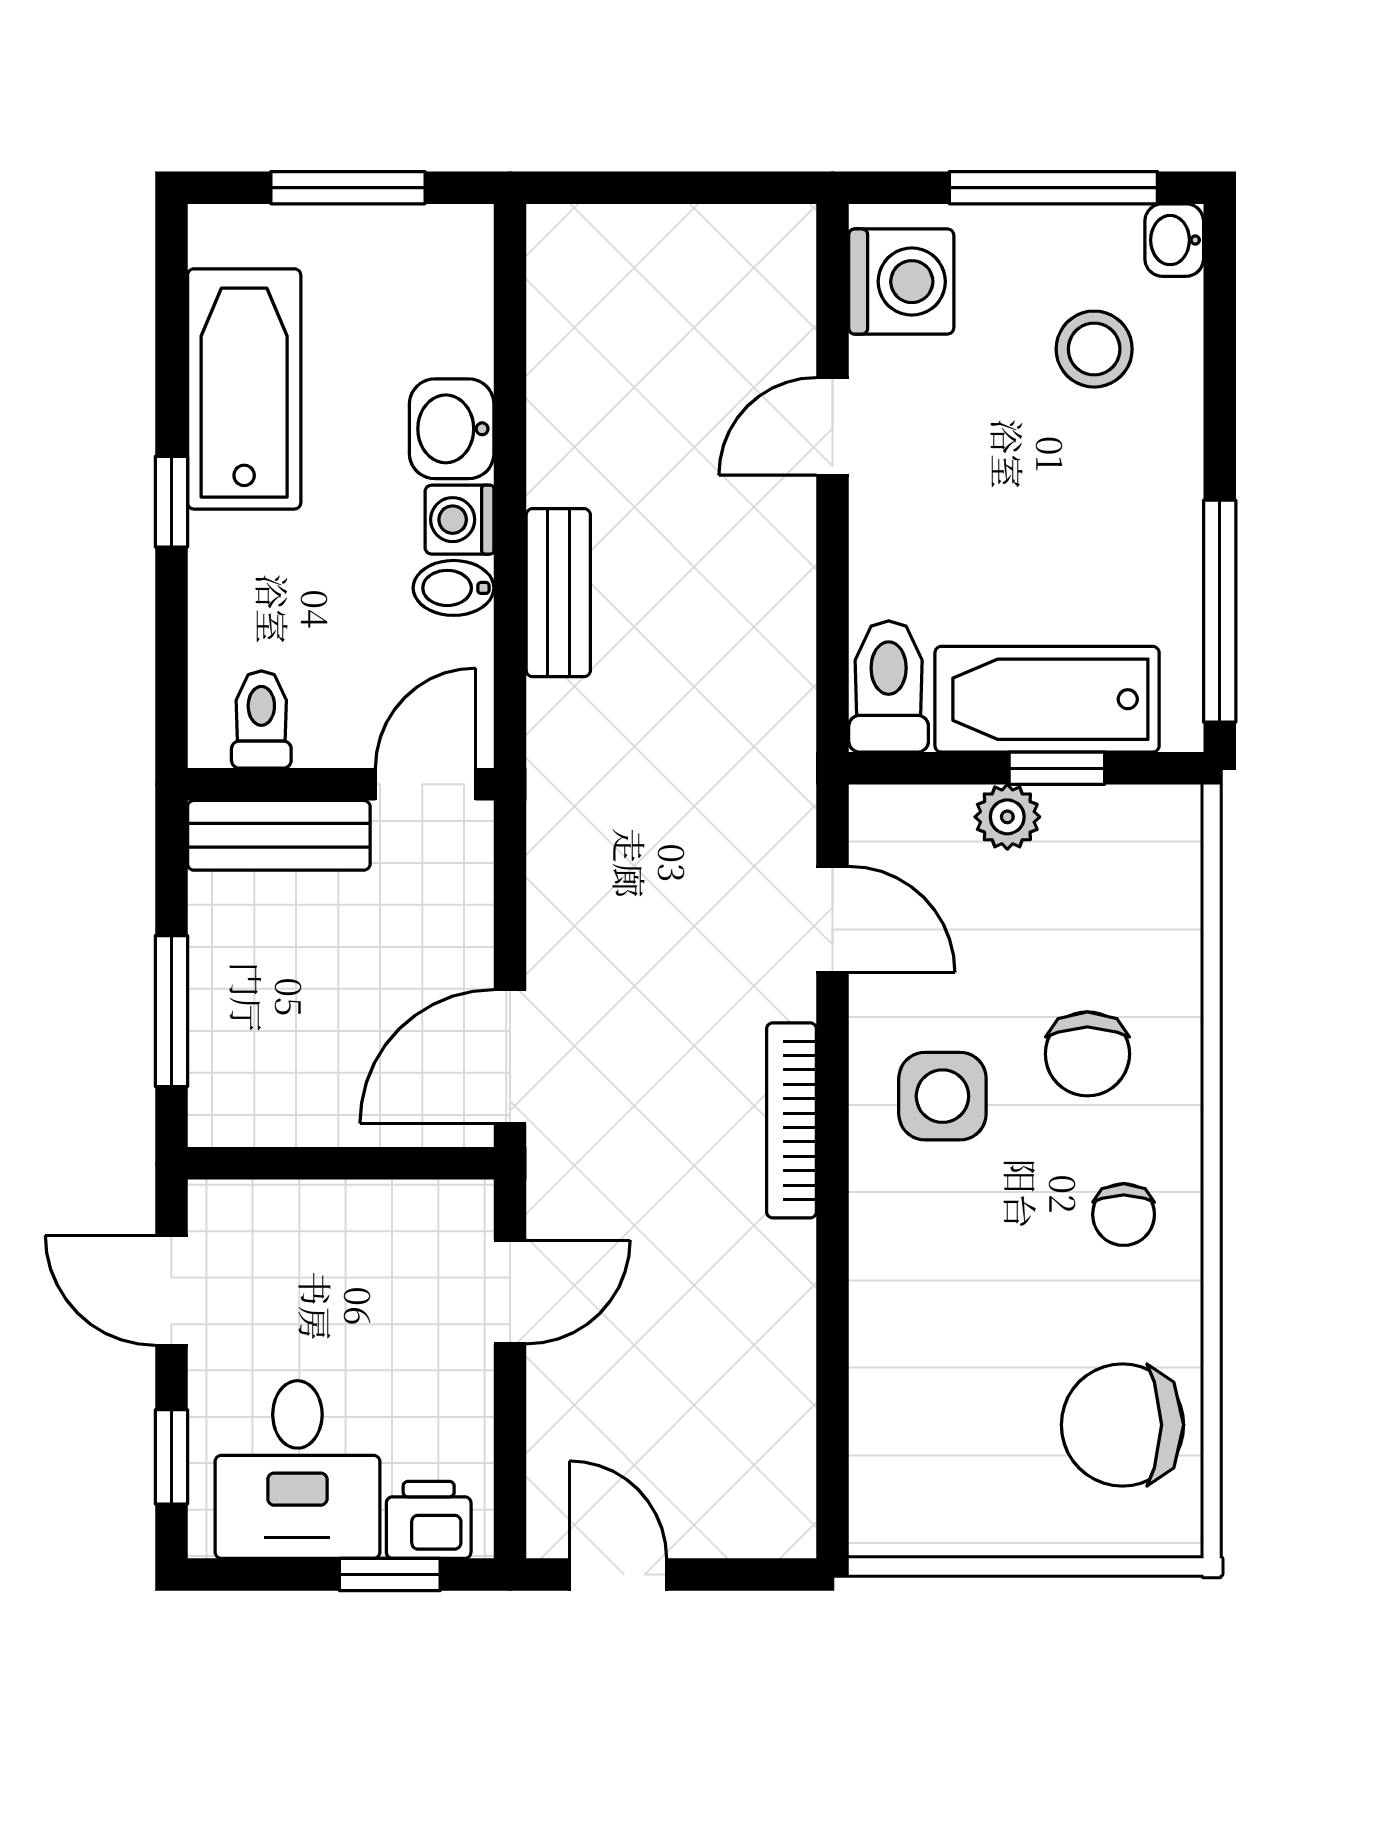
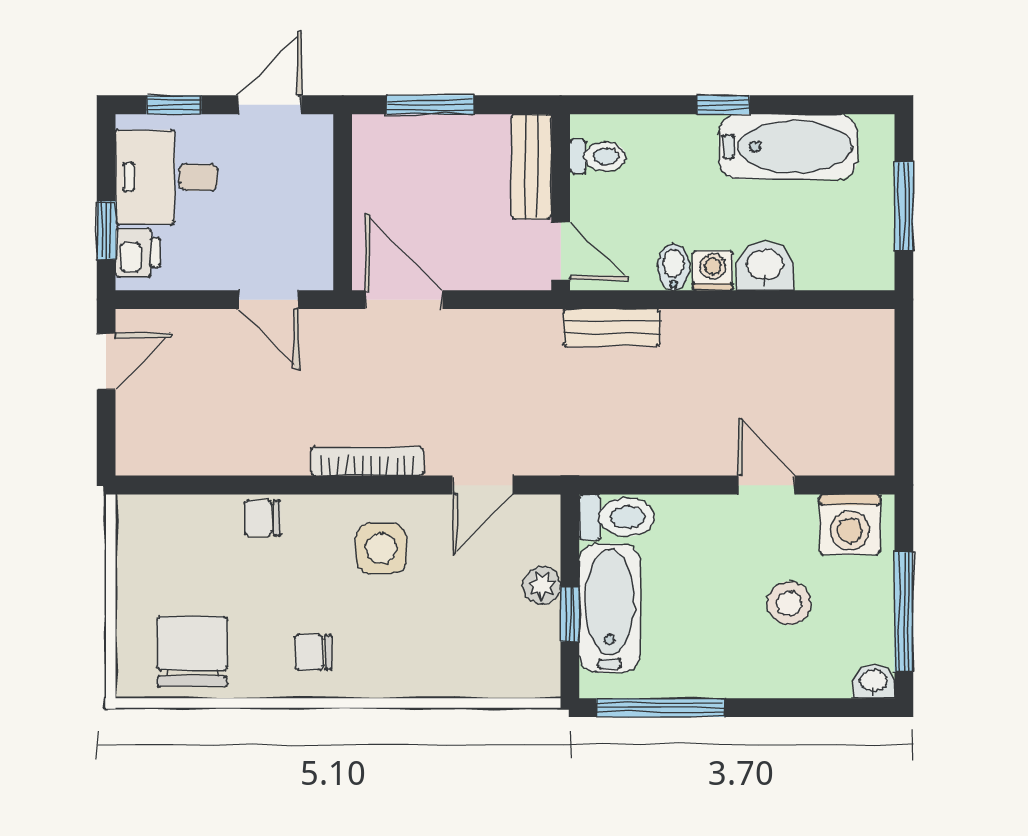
stool: (1094, 349) -> (789, 603), moved
bench: (558, 593) -> (612, 327), moved
chair: (1087, 1054) -> (262, 518), moved, width x0.73, depth x0.73

